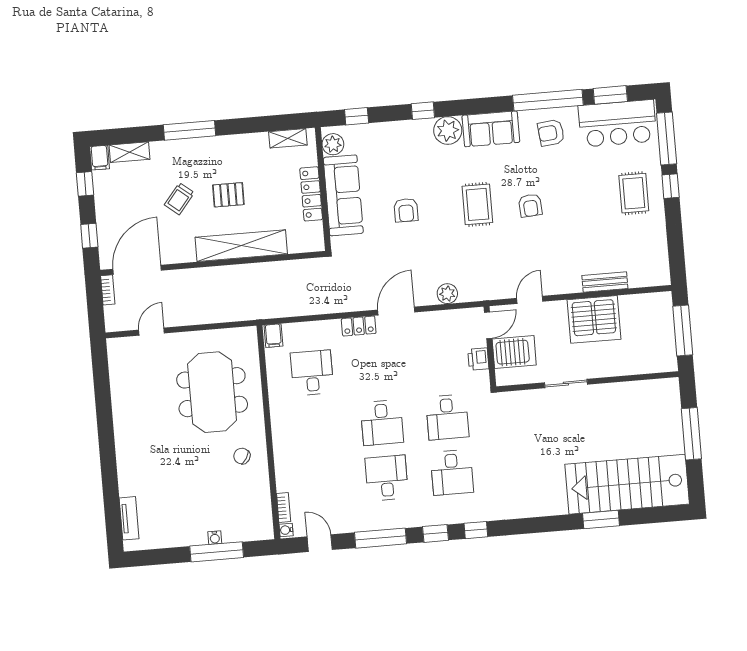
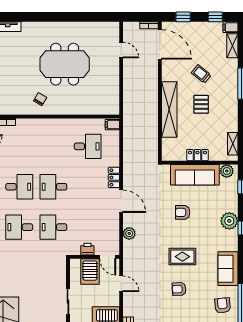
plant: (448, 130) -> (229, 221), moved
locker: (311, 194) -> (197, 155), width x0.66
meeting table: (212, 392) -> (65, 64), moved

